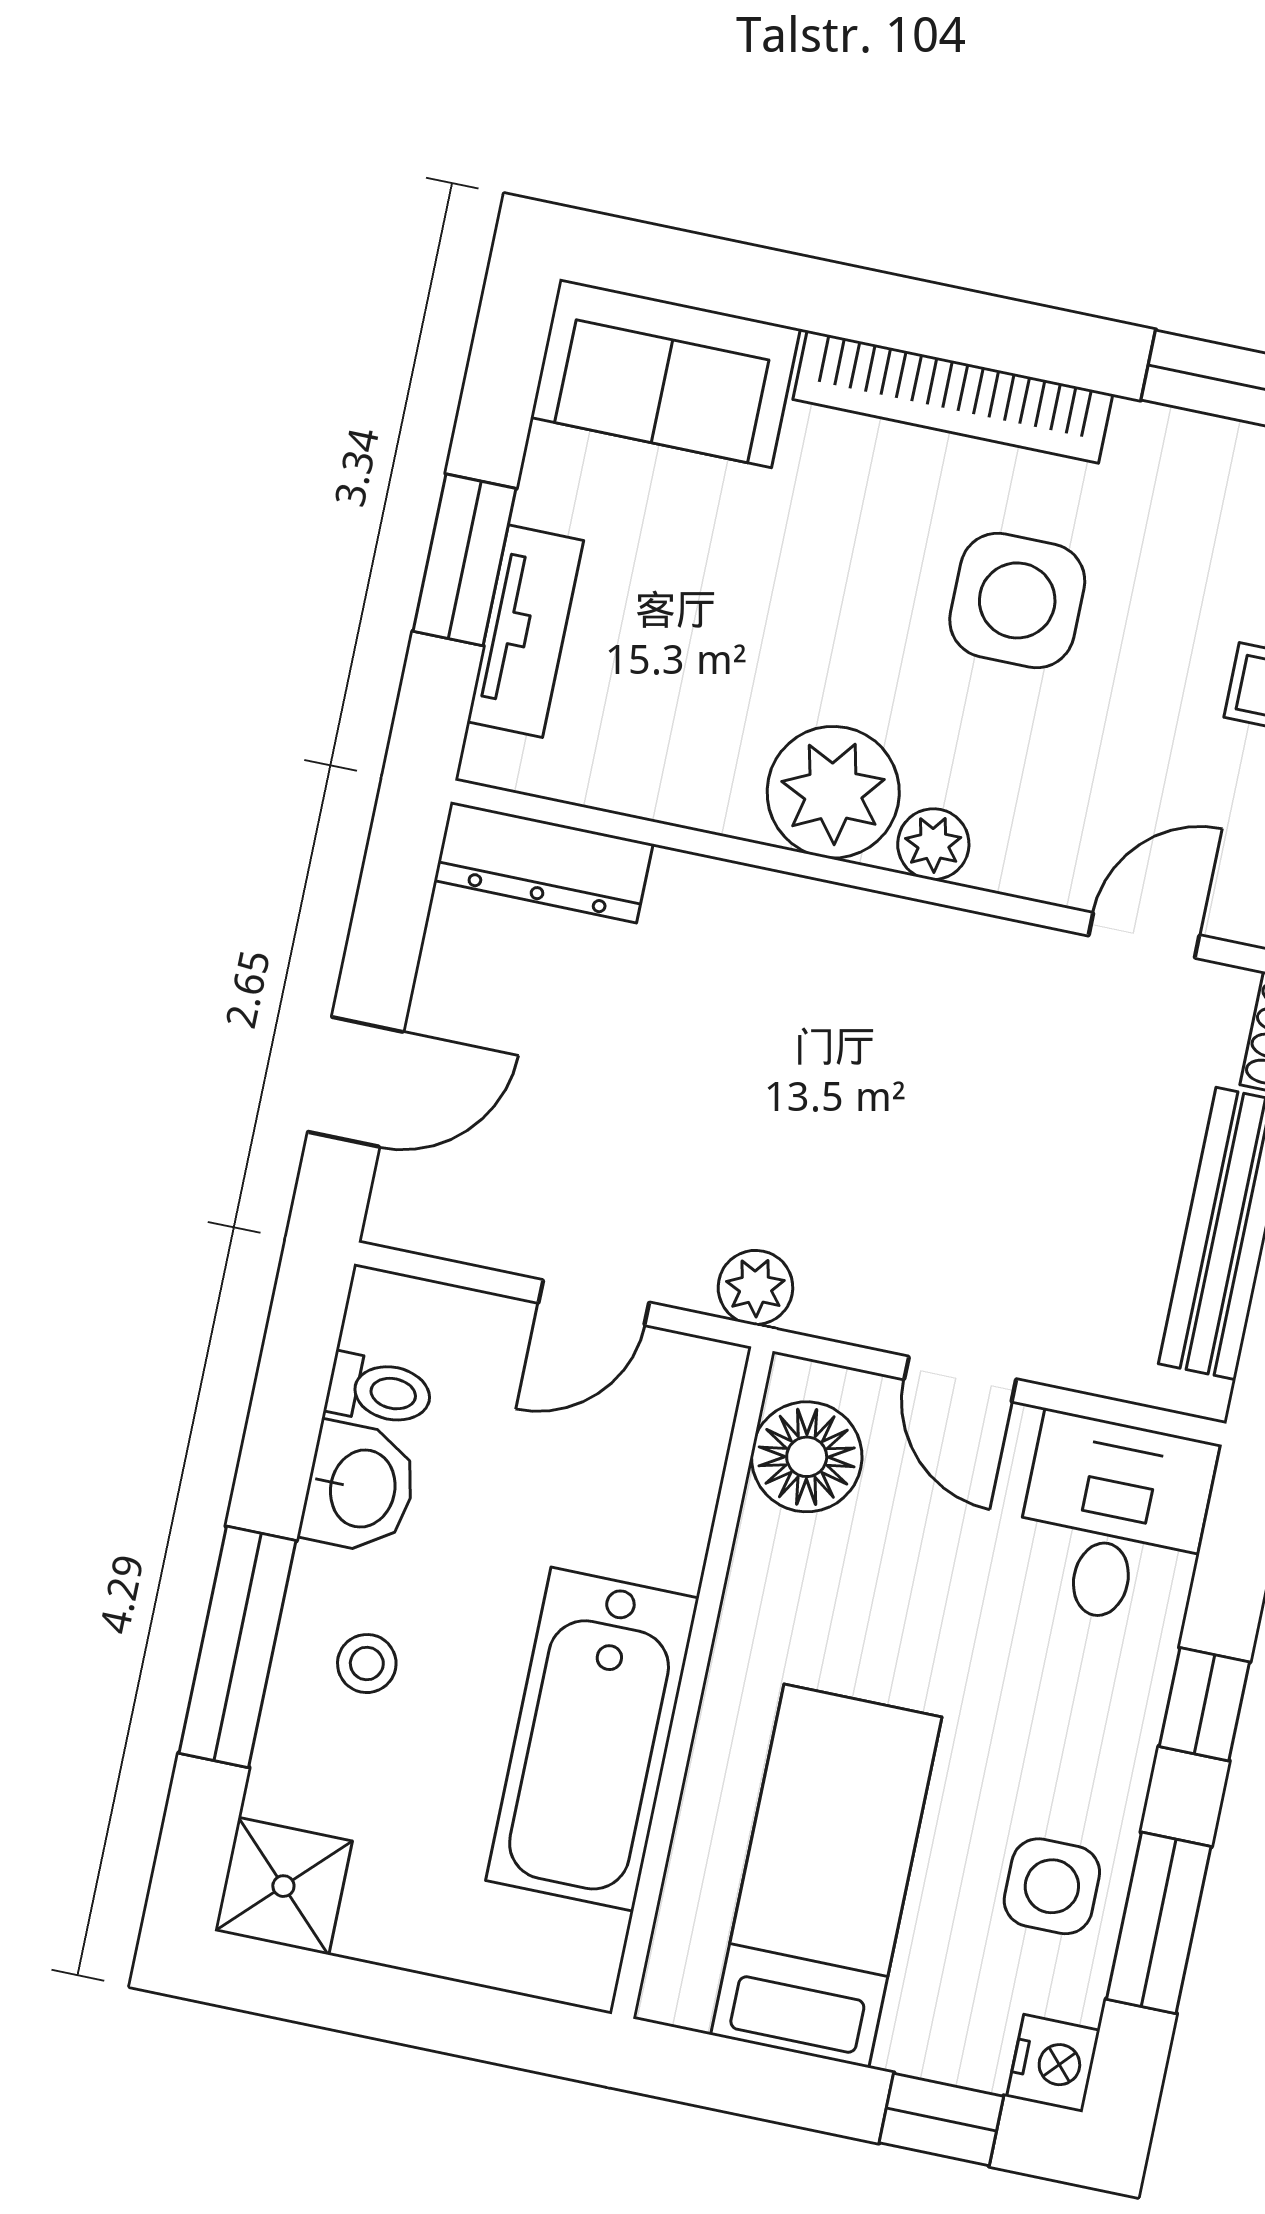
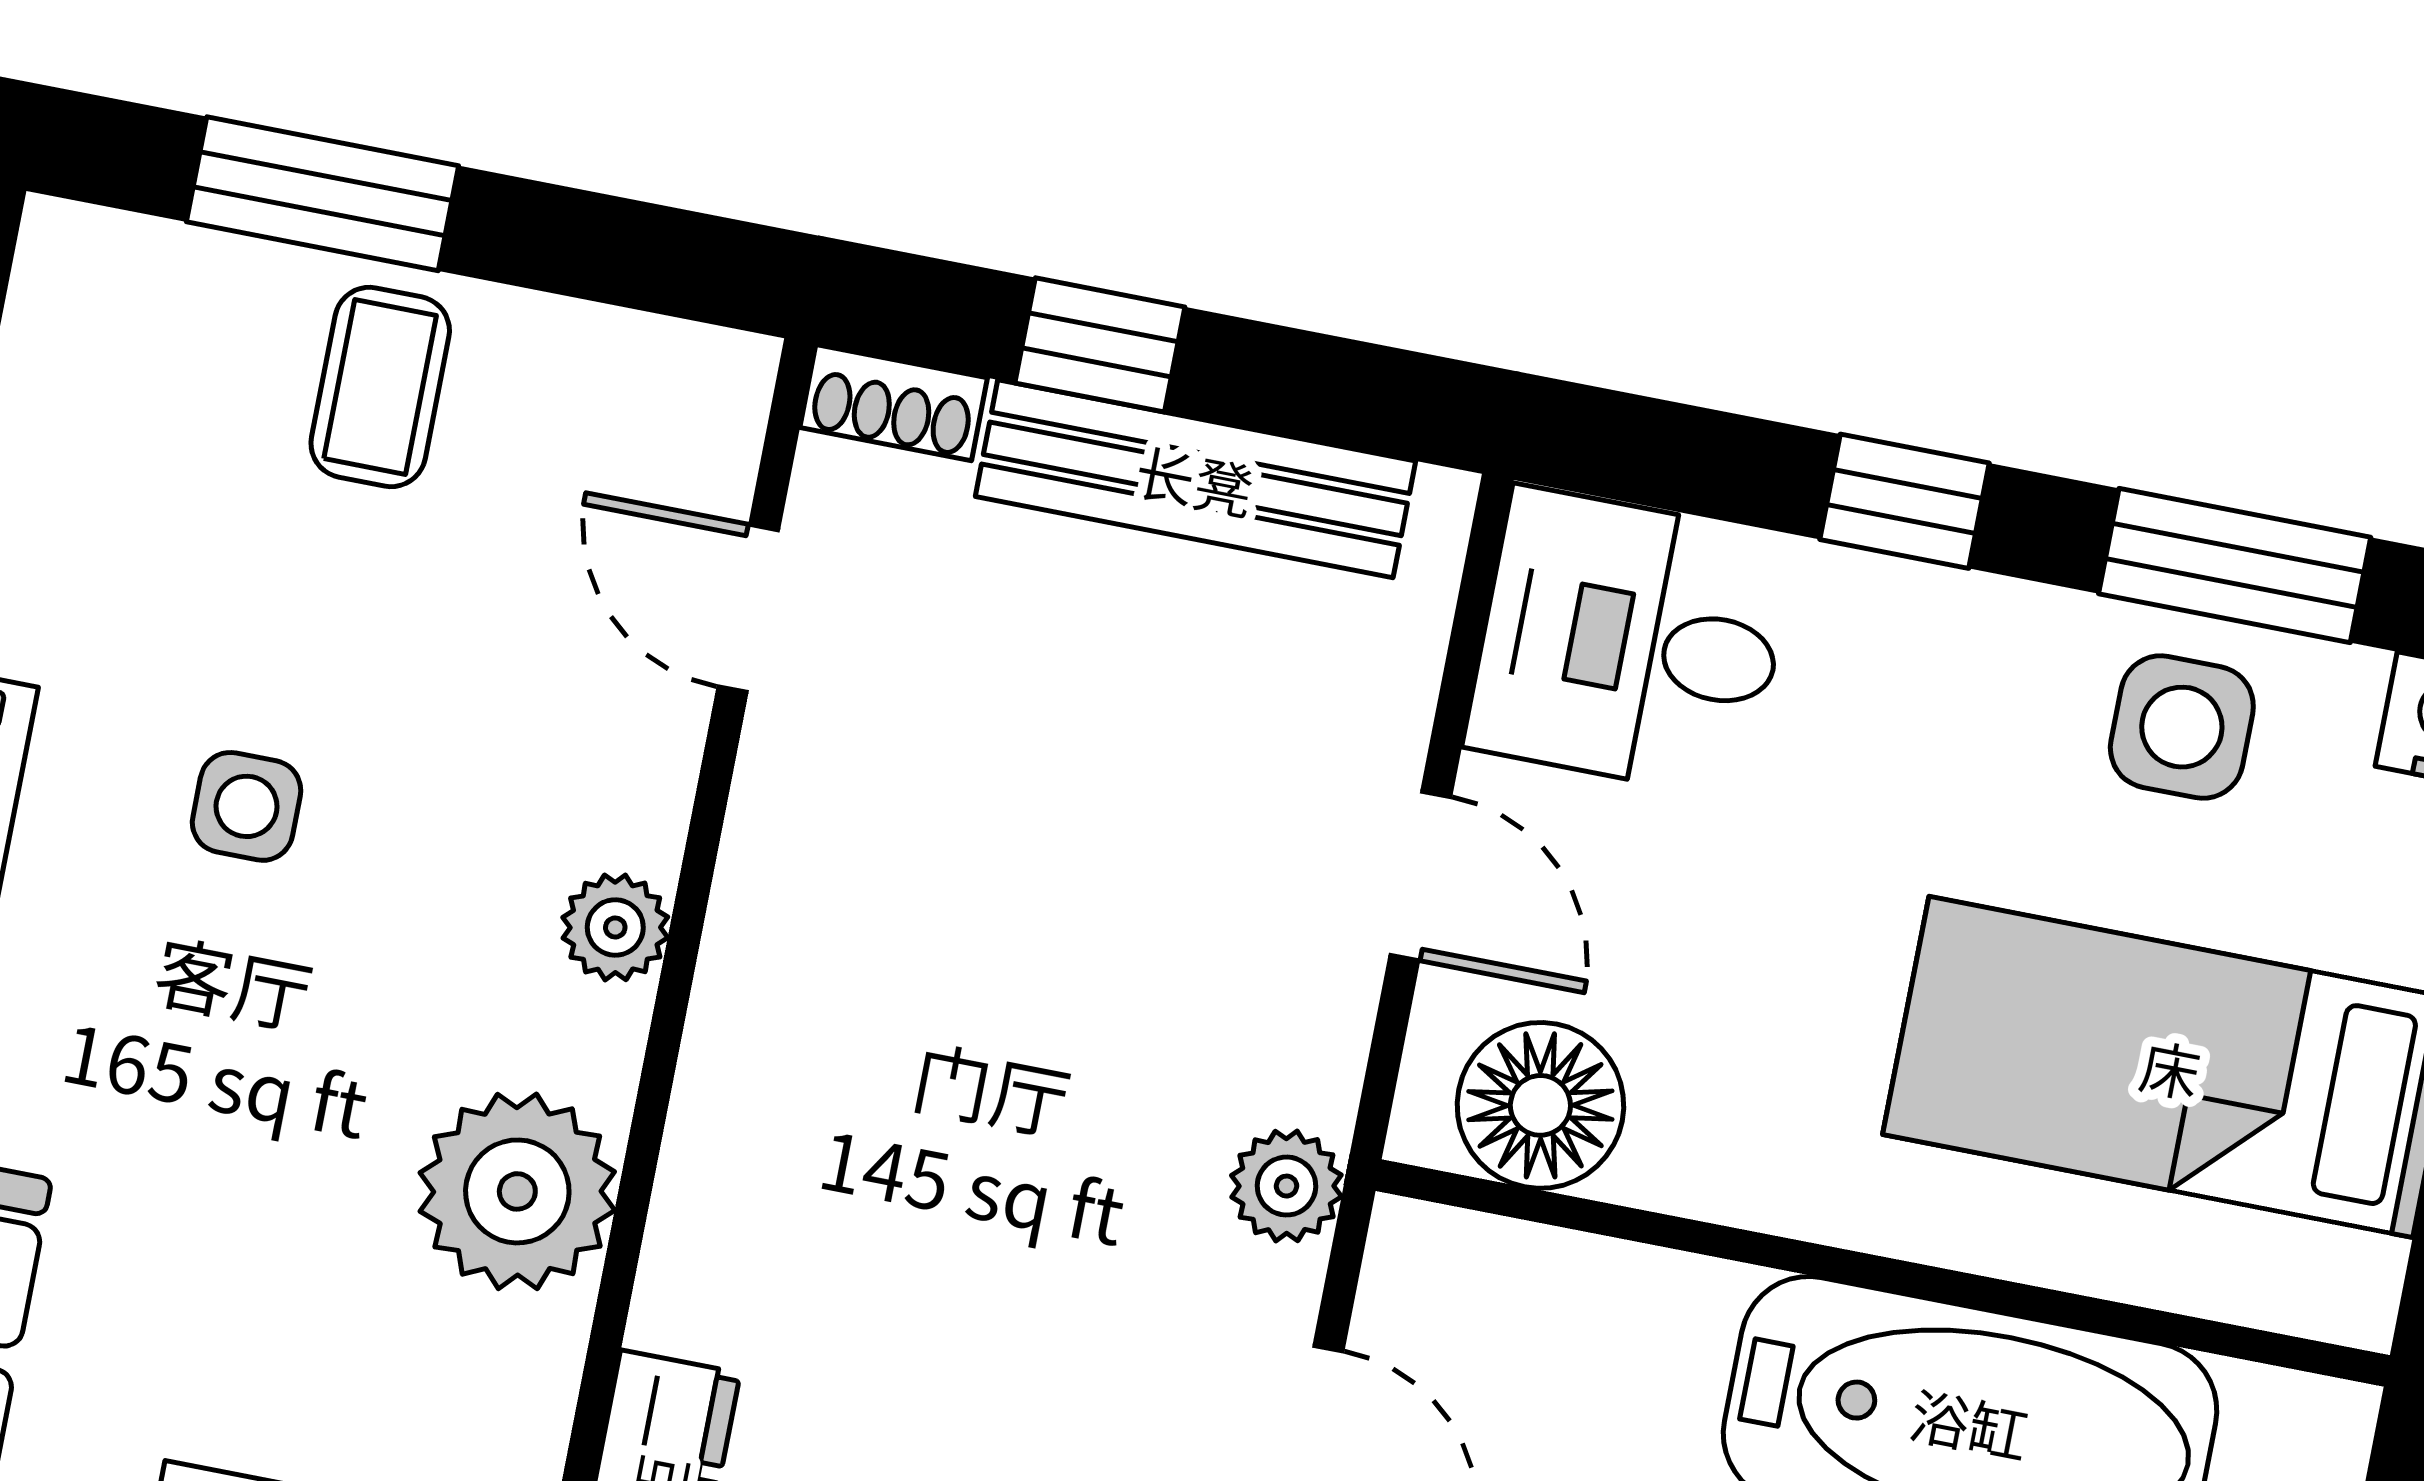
side table: (1017, 600) -> (247, 806), width x0.54, depth x0.54
plant: (833, 792) -> (517, 1191), moved
door: (960, 1379) -> (1420, 876), hinge flipped

